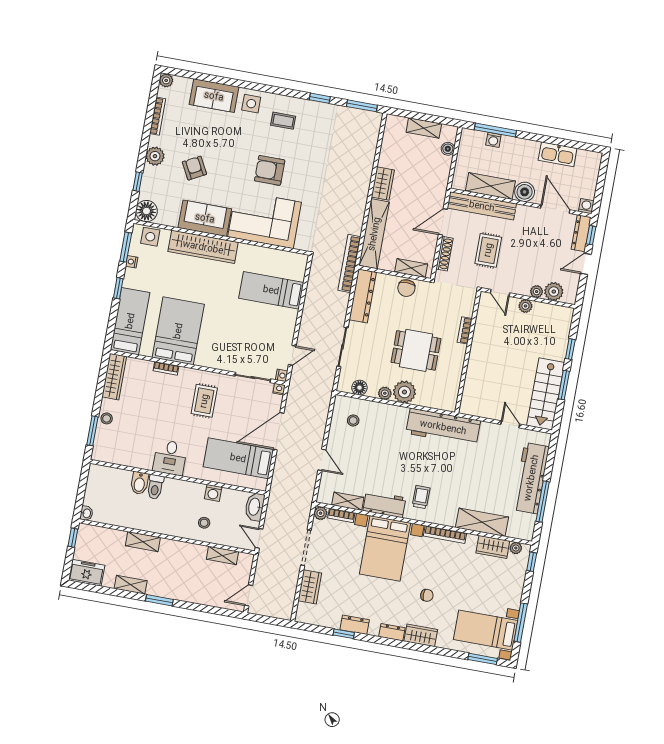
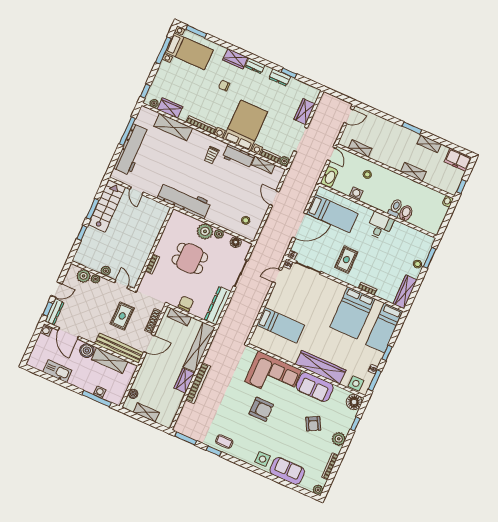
coffee table: (283, 121) -> (224, 442), moved
bookcase: (349, 264) -> (198, 383), moved

